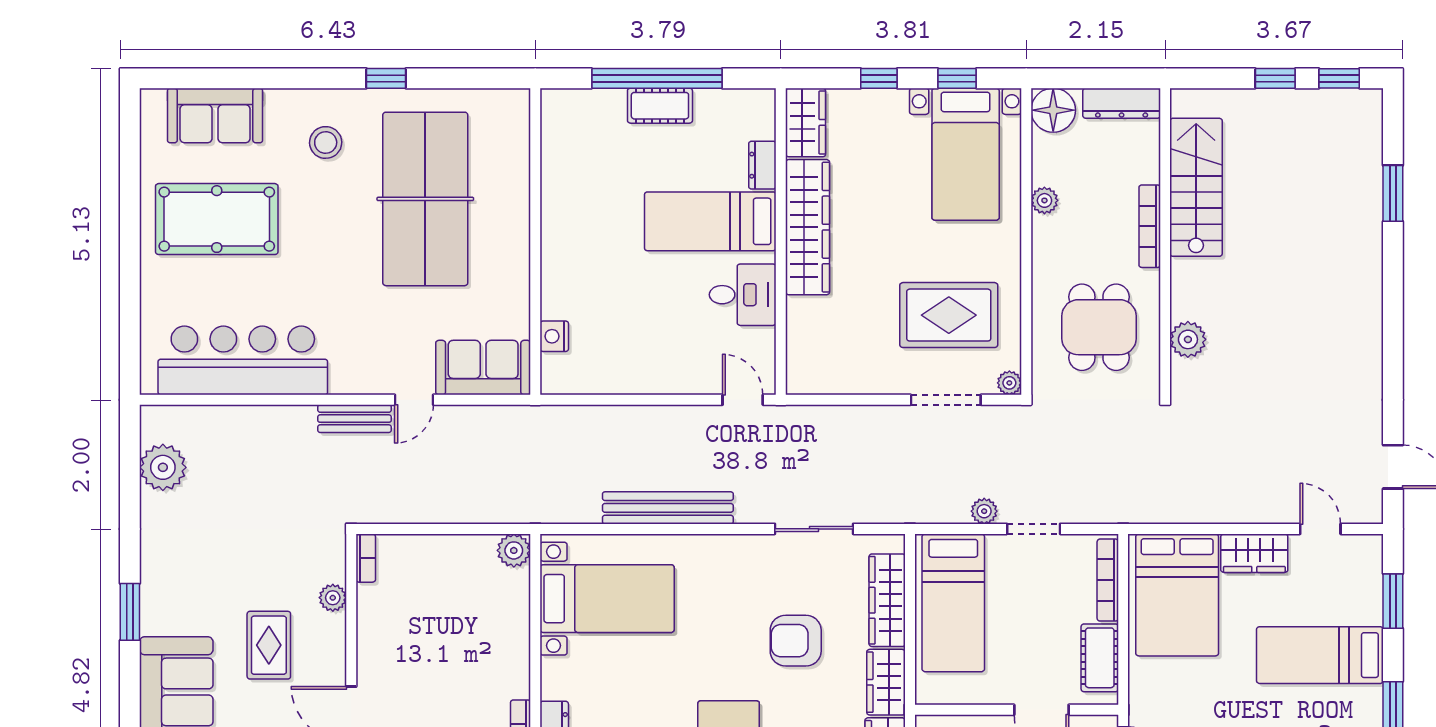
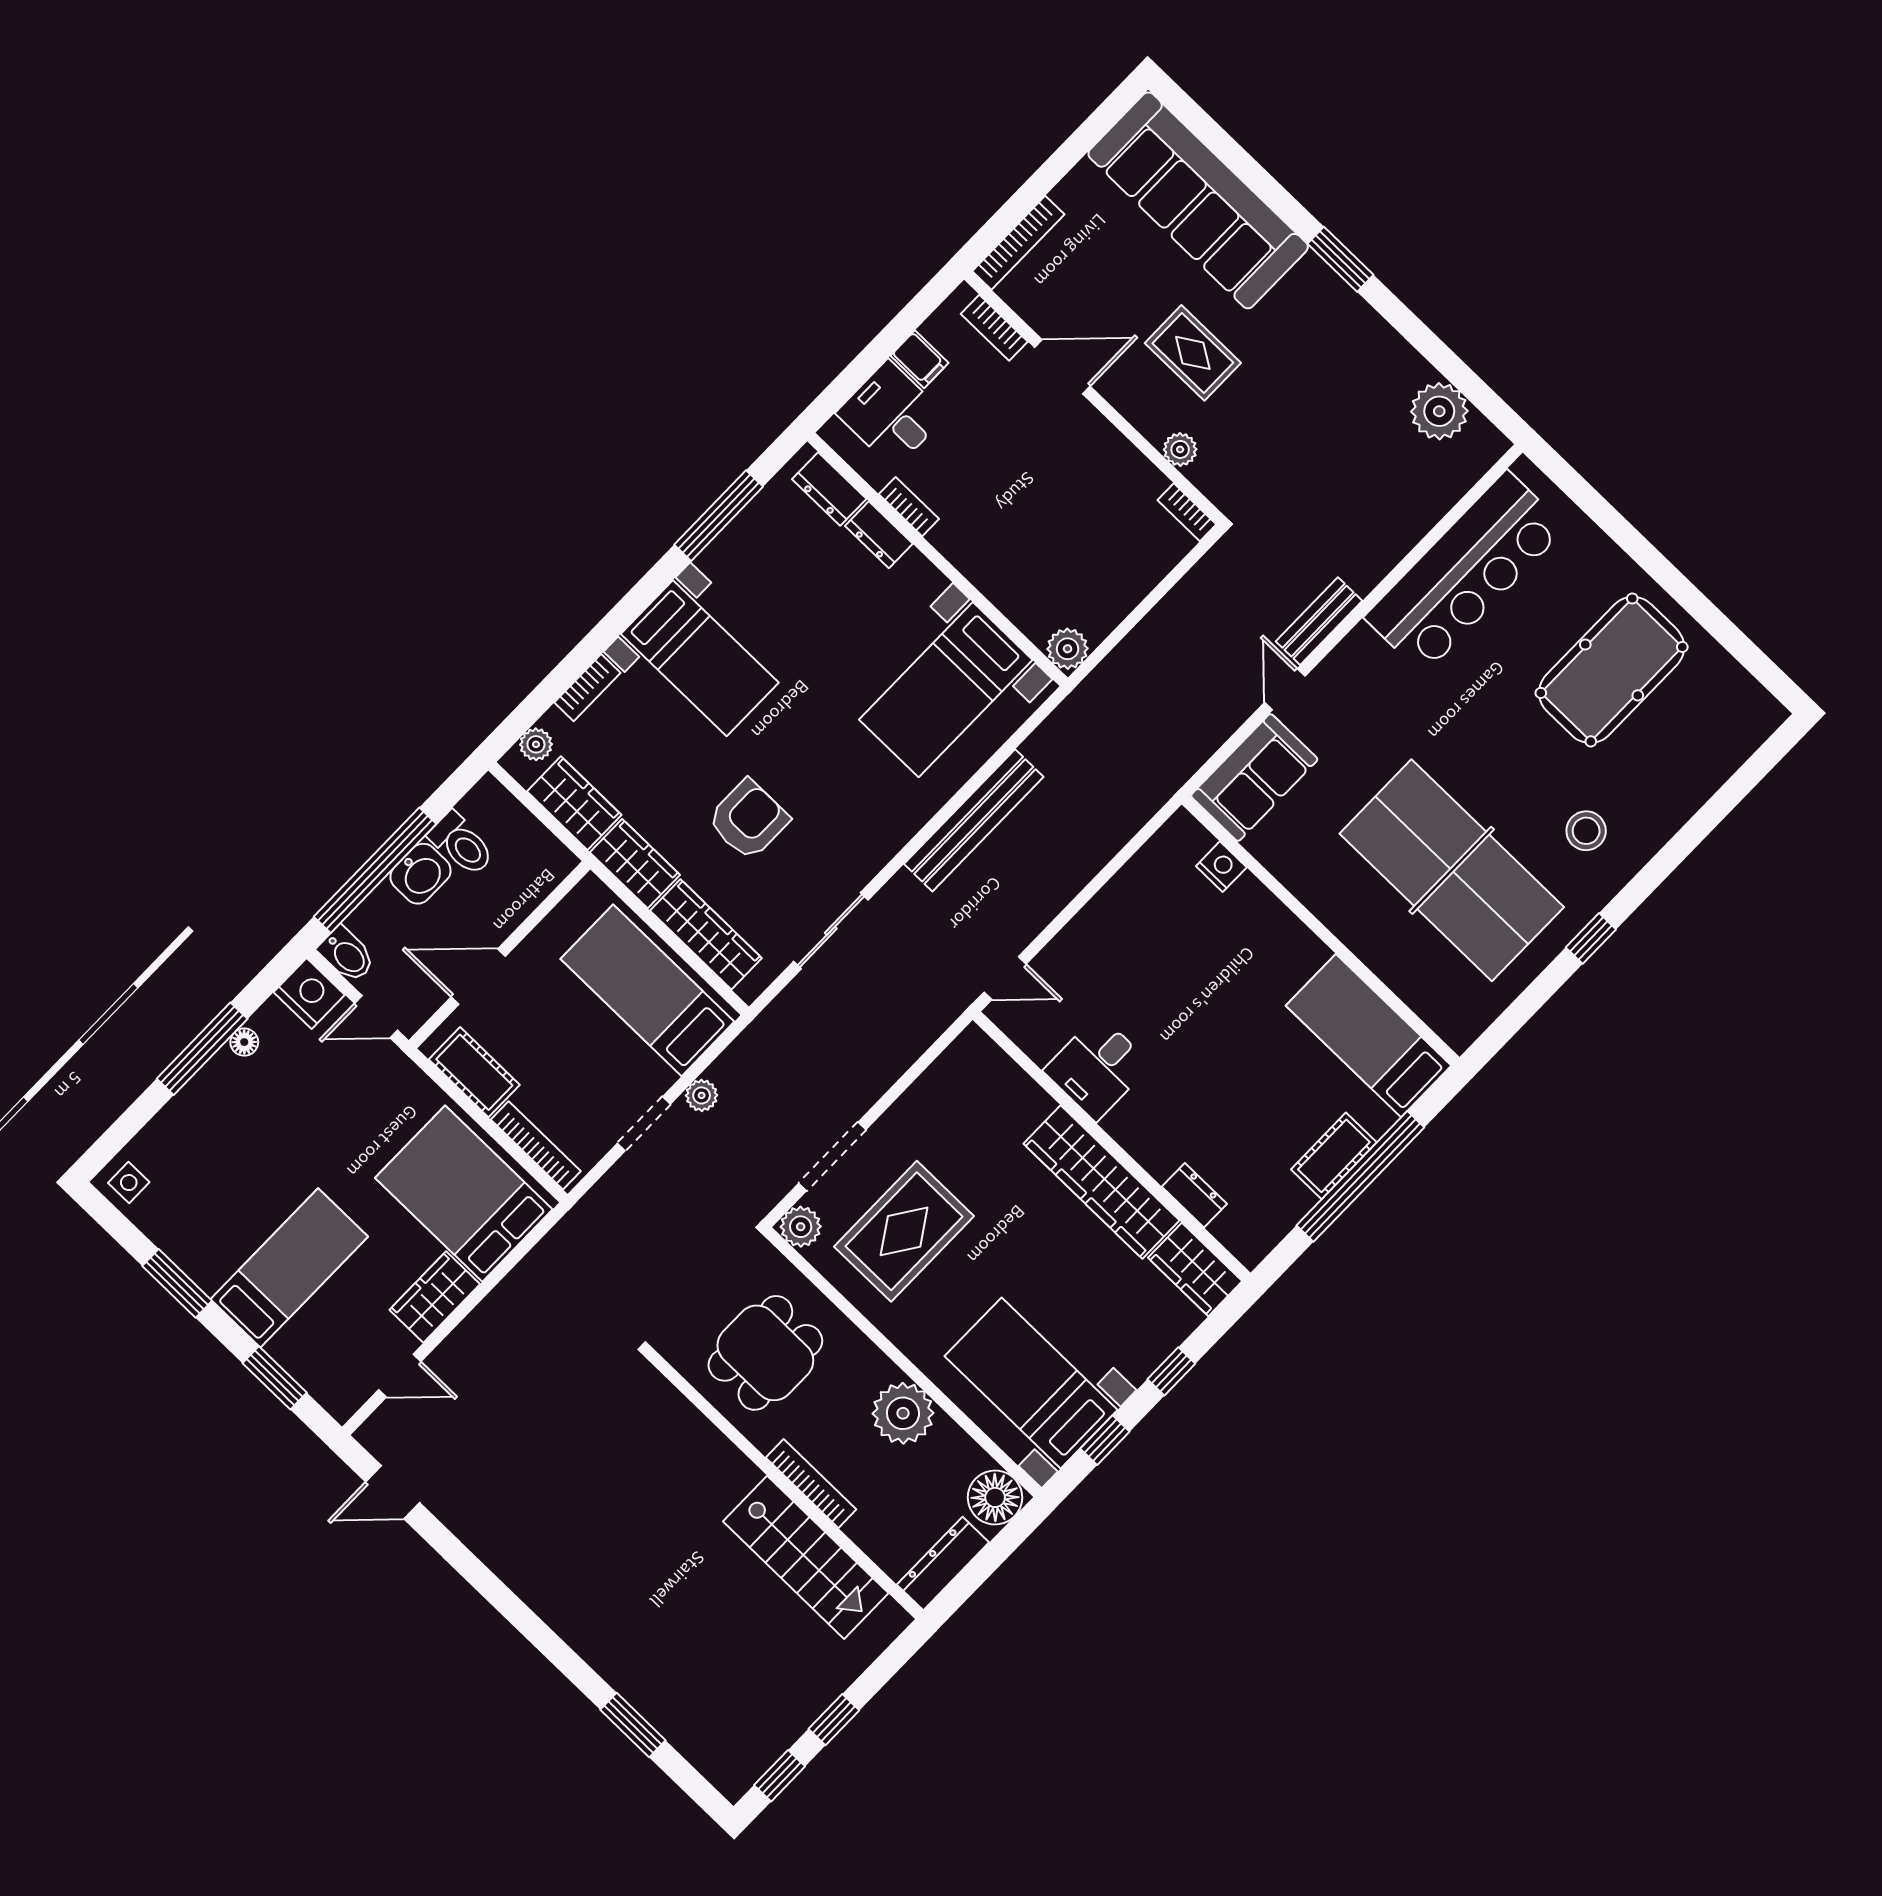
sofa: (215, 116) -> (1704, 757), removed
plant: (1044, 200) -> (903, 1413), width x1.88, depth x1.88
bed: (710, 221) -> (1368, 1036), moved, turned -90
dining table: (1099, 327) -> (765, 1353), turned 90
plant: (1188, 339) -> (679, 1421), removed
plant: (1009, 383) -> (801, 1227), width x1.38, depth x1.38

